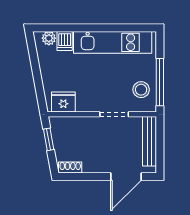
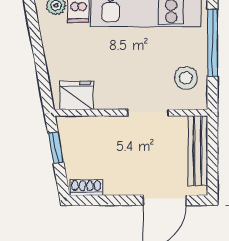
window: (160, 82) -> (213, 43), moved

